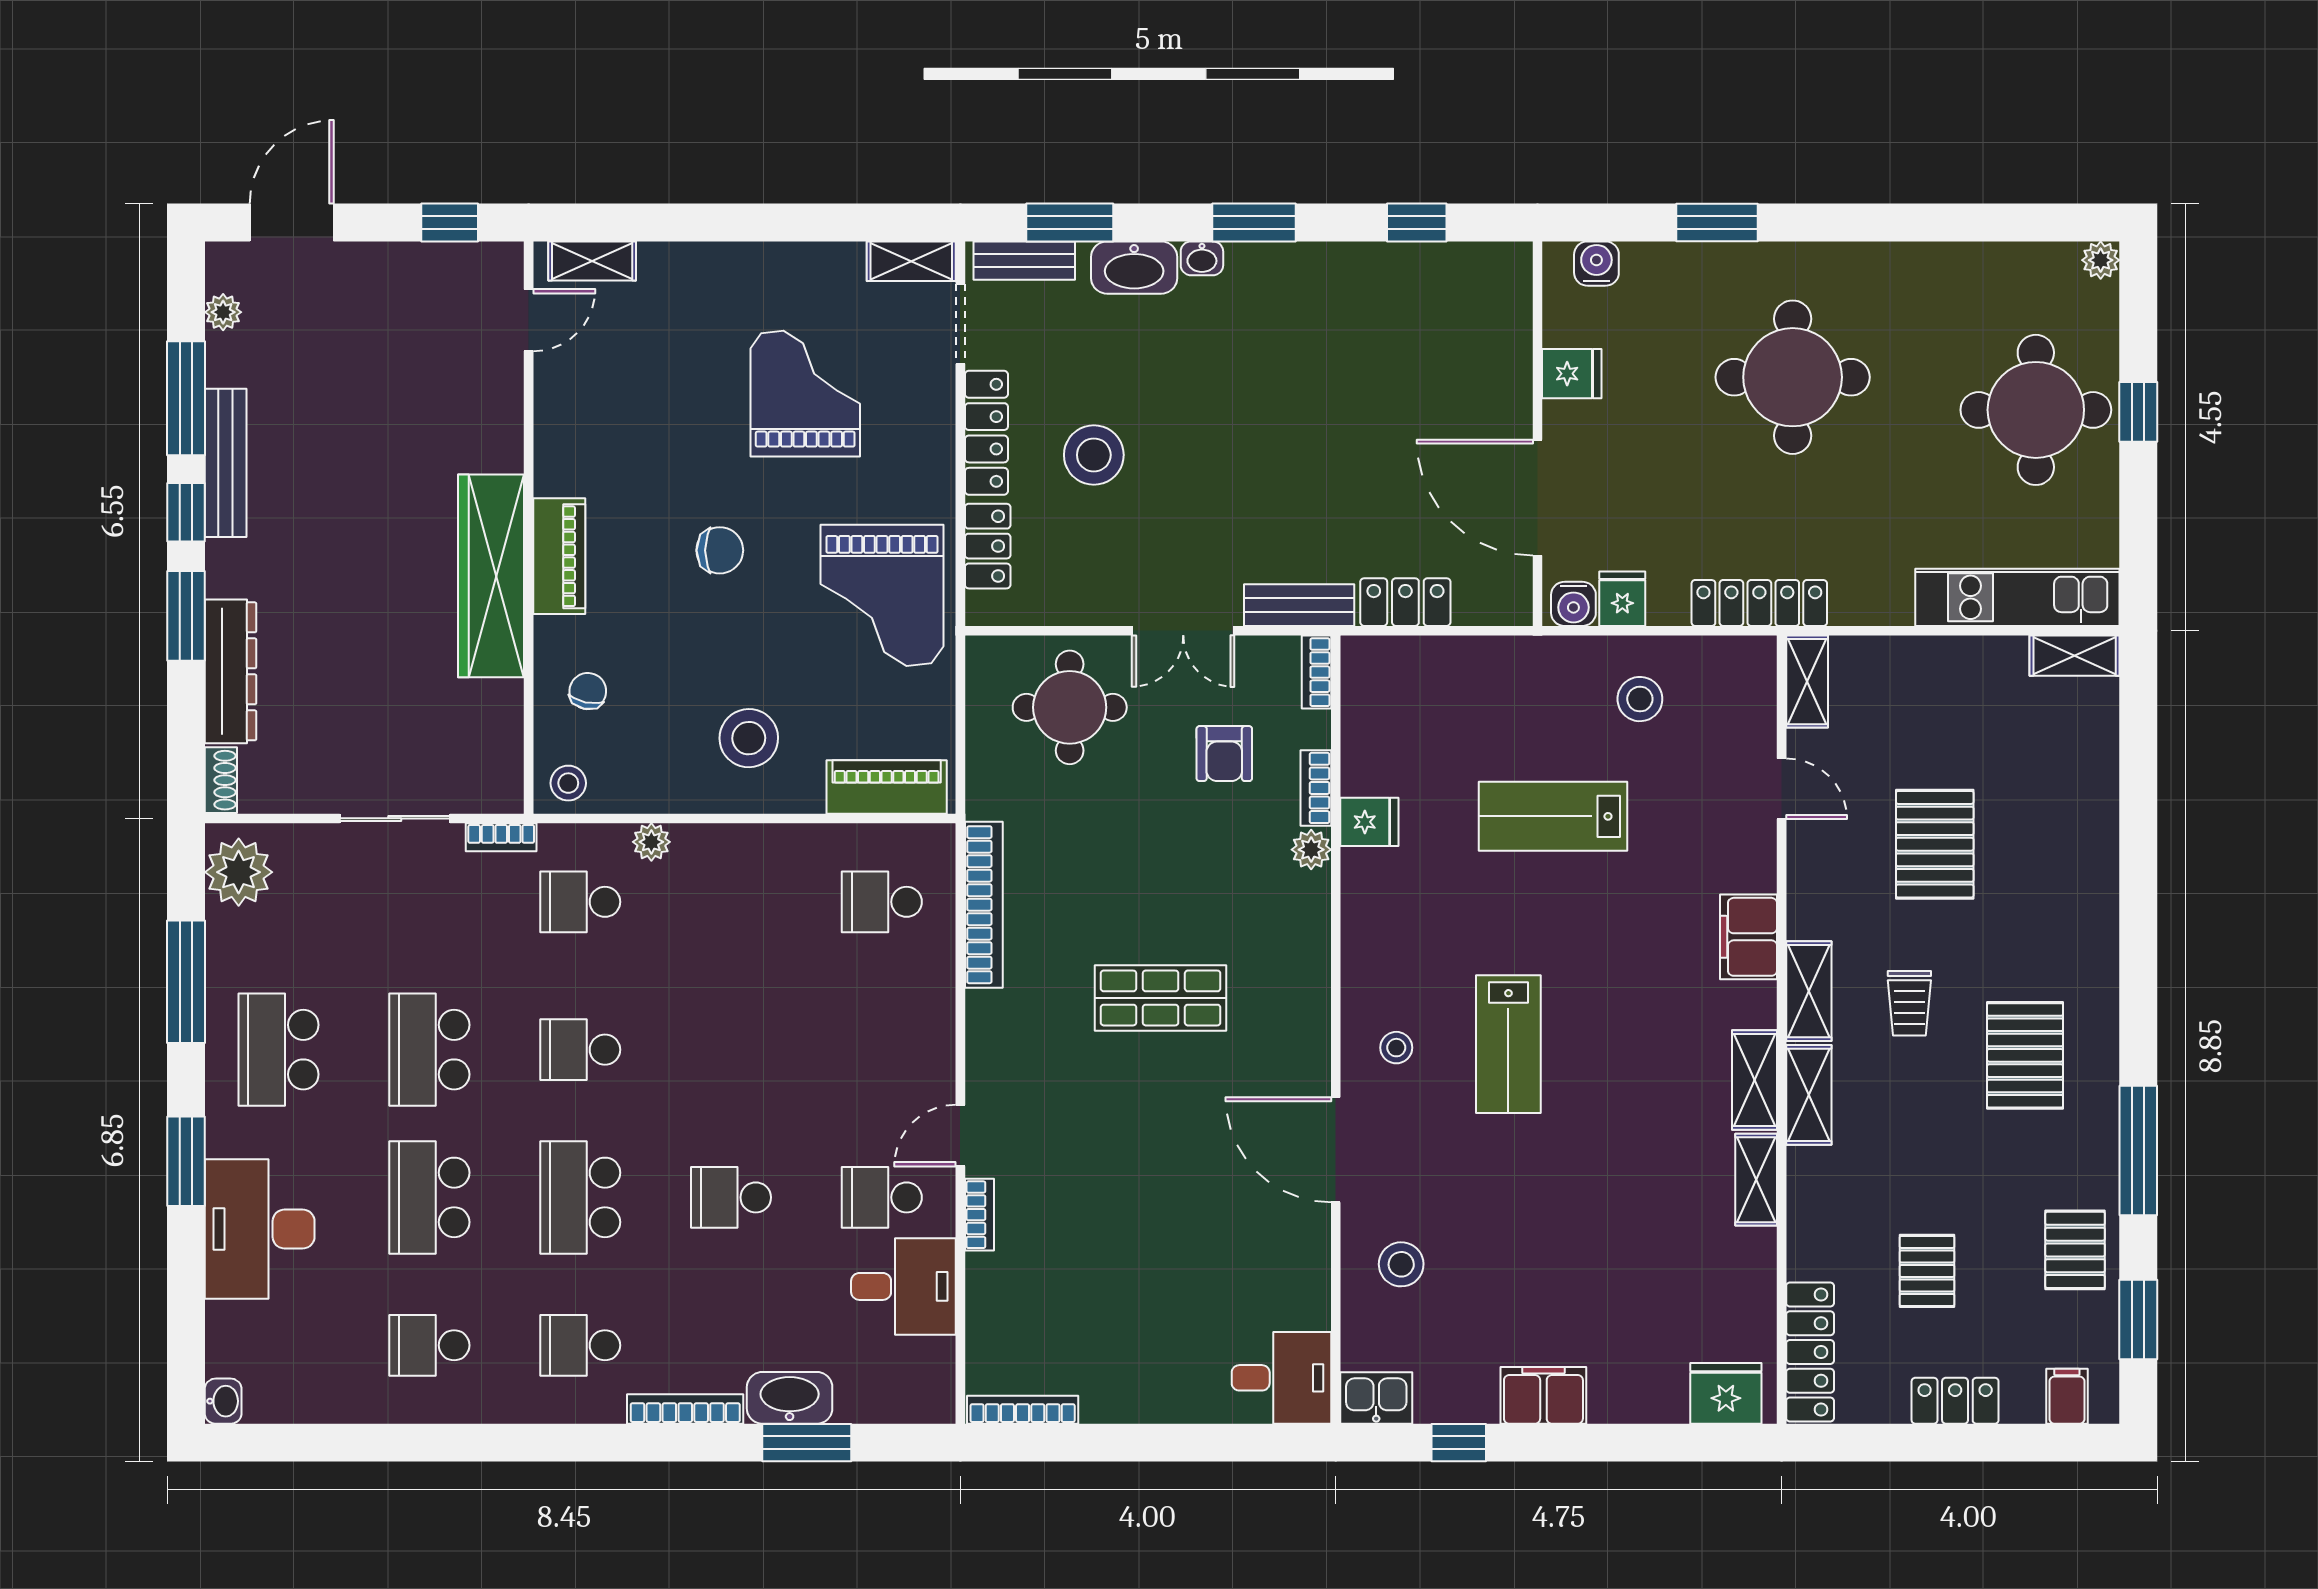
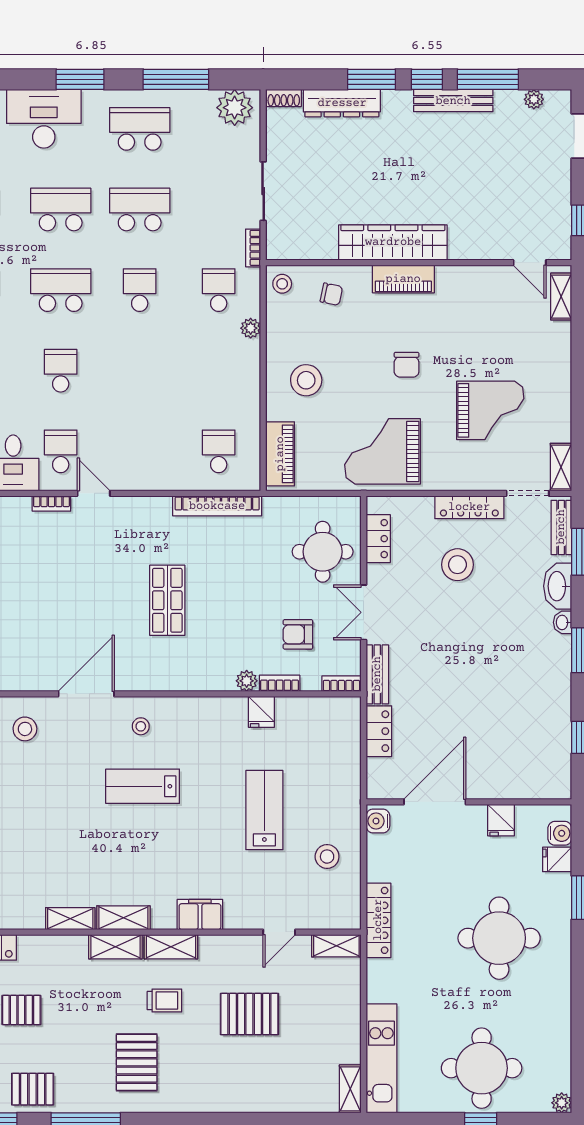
locker: (988, 546) -> (378, 539), moved, turned -90
fridge: (1622, 599) -> (557, 859), moved, turned 180
trolley: (1909, 1003) -> (164, 1001), turned 180
pallet: (2025, 1055) -> (137, 1062), turned 90

